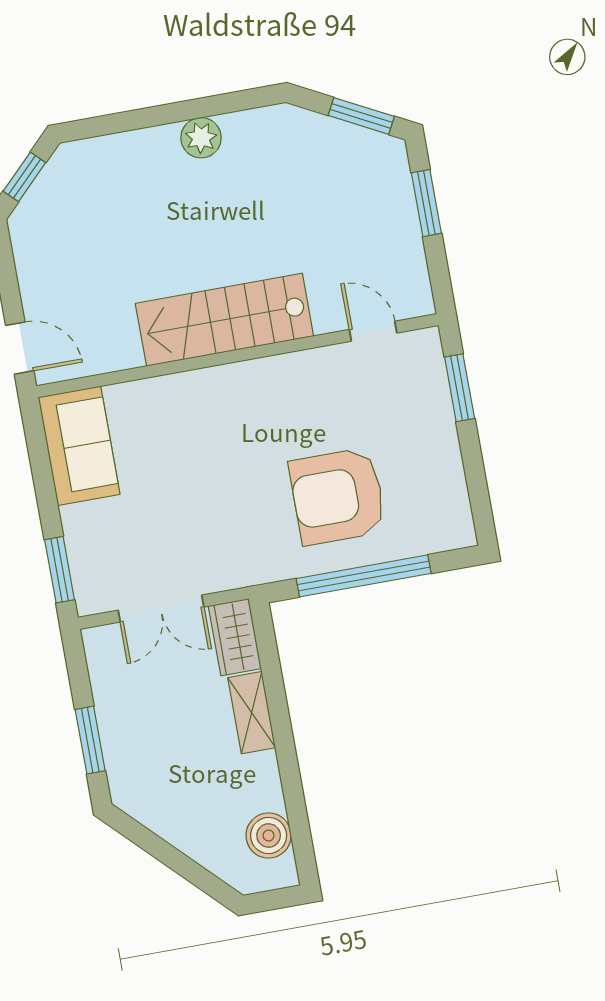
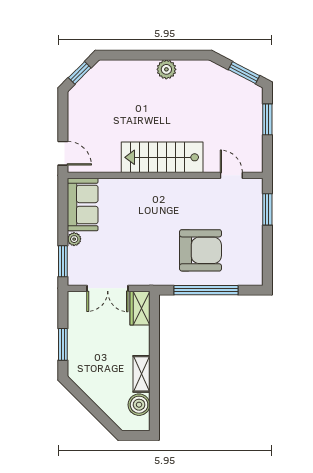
armchair: (338, 496) -> (201, 250), turned 180
plant: (74, 520) -> (74, 239), added
shelving: (252, 713) -> (142, 374), moved

